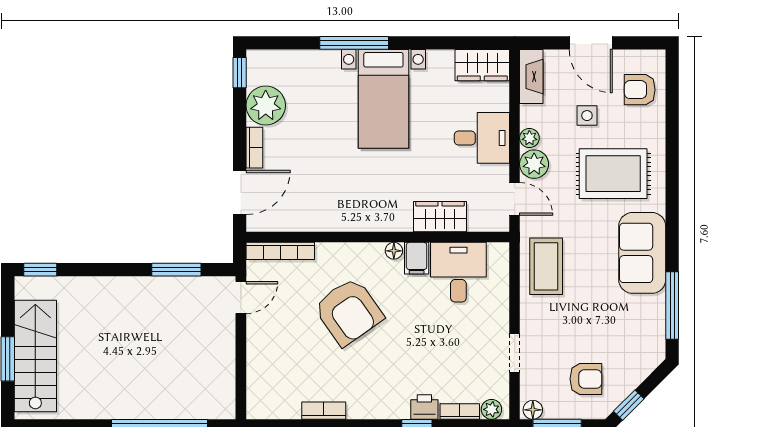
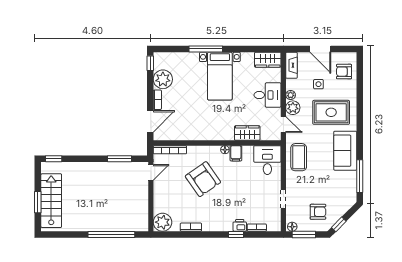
desk: (458, 272) -> (267, 160), moved
plant: (491, 409) -> (162, 222), moved, width x1.88, depth x1.88

